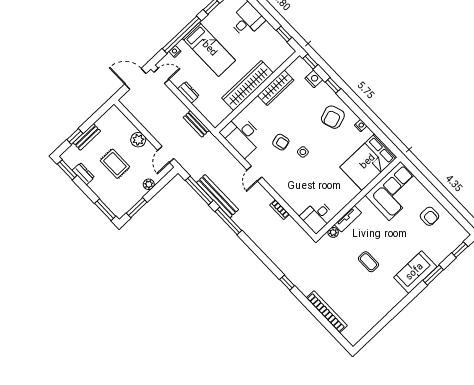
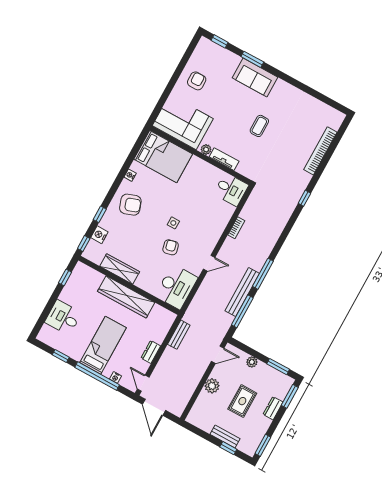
dresser: (83, 174) -> (273, 408), moved
plant: (333, 232) -> (206, 149), moved

